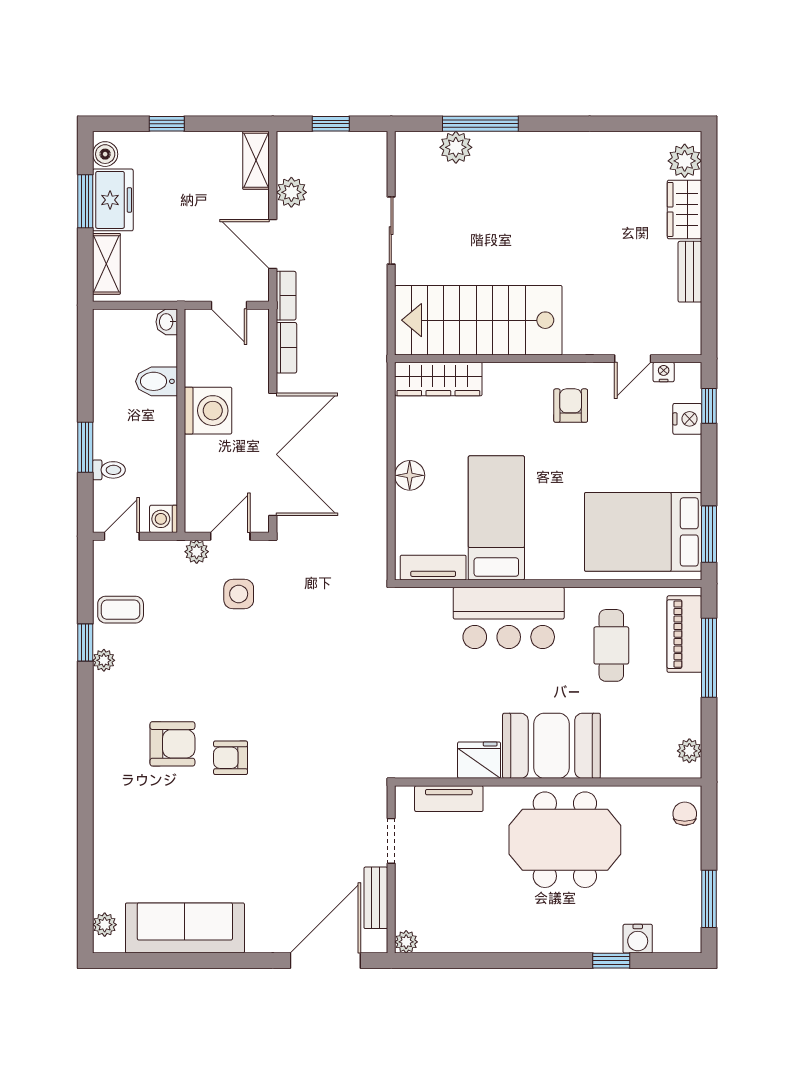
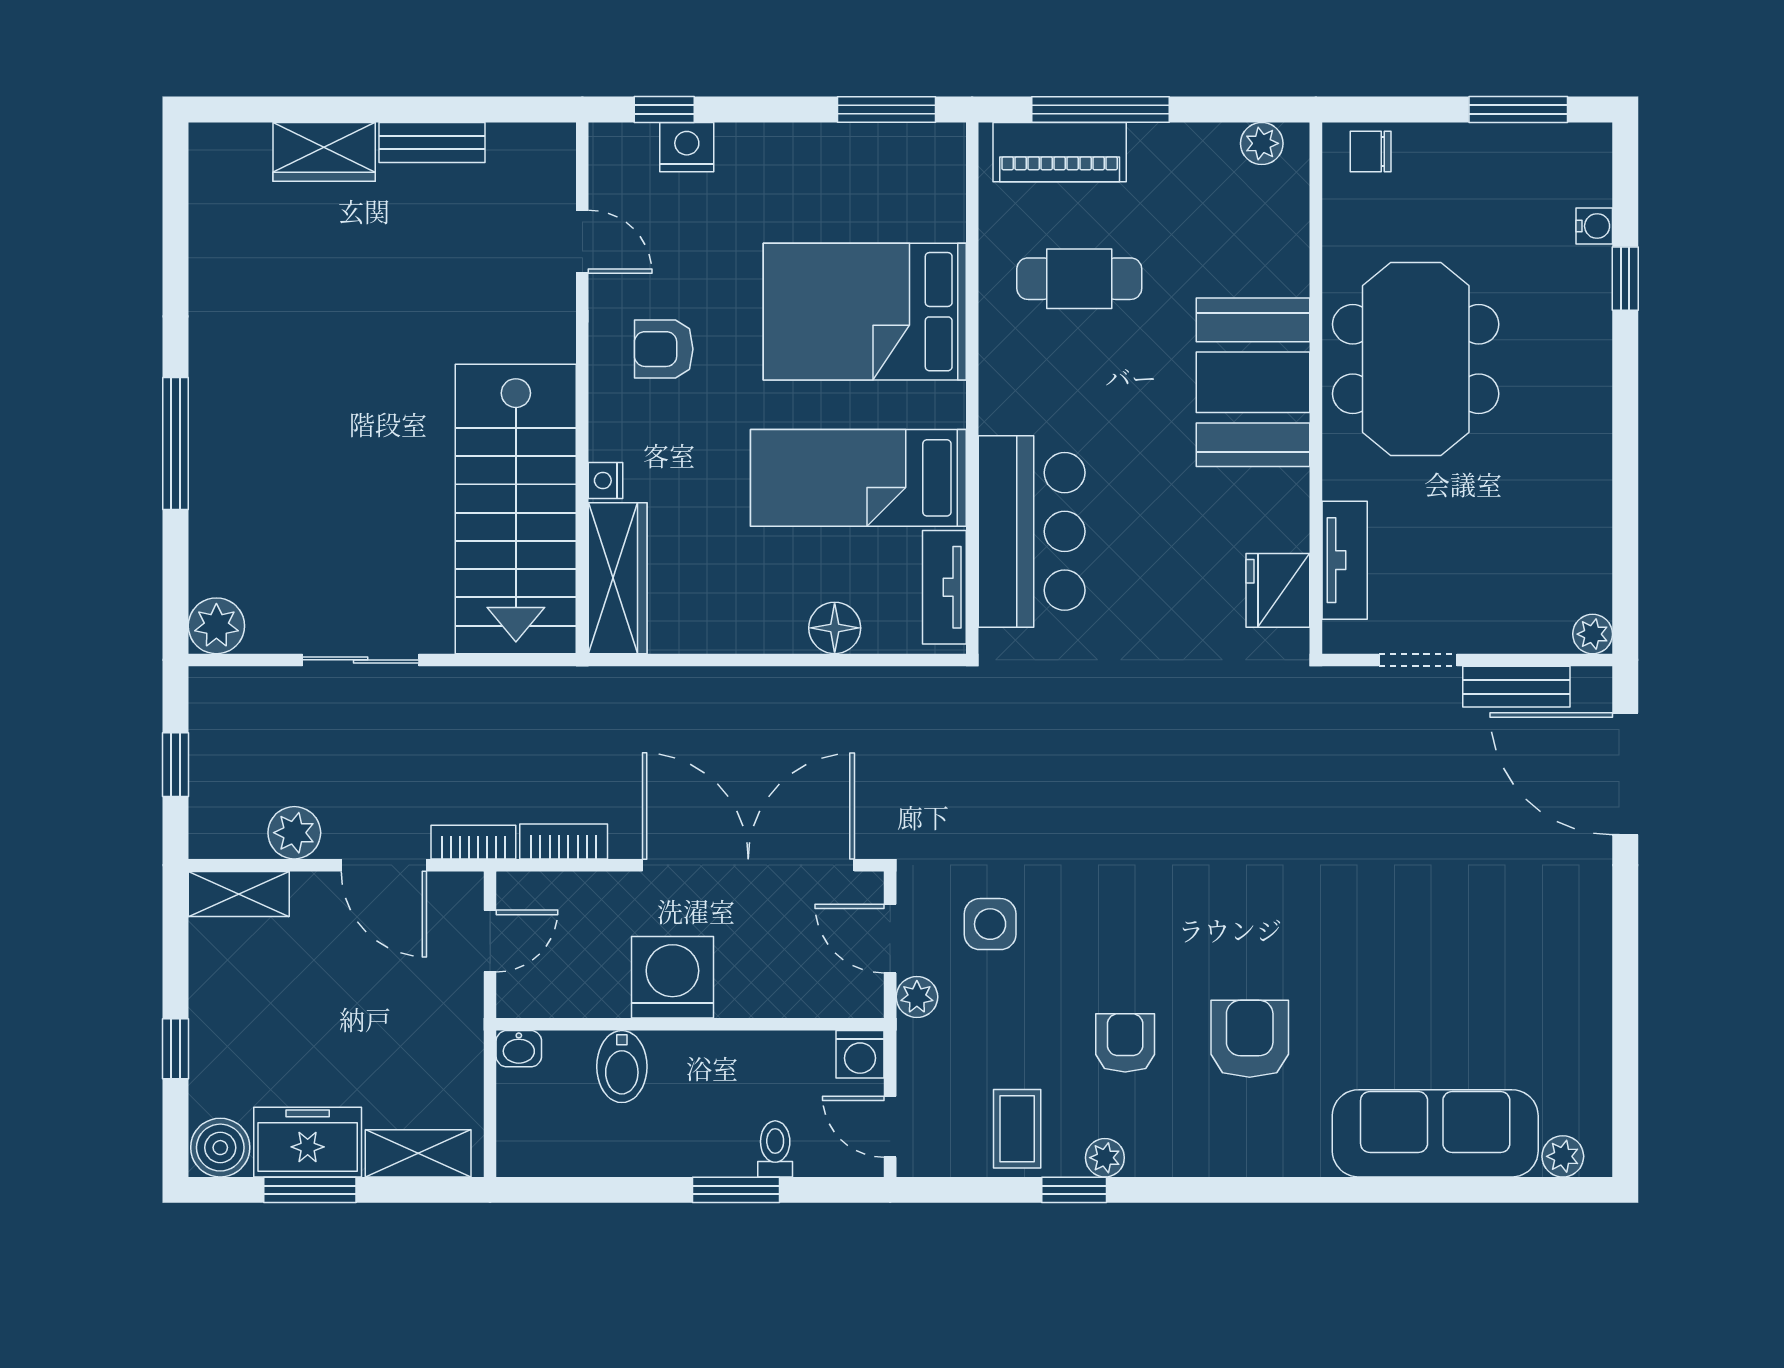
window: (480, 124) -> (176, 444), moved
plant: (456, 147) -> (216, 626), moved
boiler: (105, 154) -> (220, 1148), width x1.36, depth x1.36
plant: (685, 161) -> (240, 152), removed
door: (273, 244) -> (384, 865), hinge flipped
nightstand: (664, 372) -> (606, 481), moved
floor lamp: (410, 475) -> (835, 628), moved
bed: (643, 532) -> (865, 312), moved, turned 90
bar counter: (509, 618) -> (1032, 531), moved
armchair: (231, 758) -> (1125, 1043), moved, turned 180
fridge: (479, 760) -> (1278, 590), moved
sofa: (185, 928) -> (1435, 1133), moved, turned 90
water cooler: (638, 939) -> (1594, 226), width x0.72, depth x0.72

